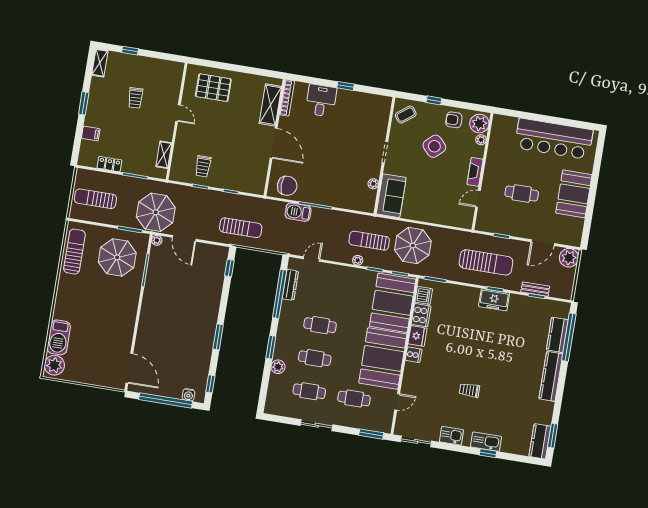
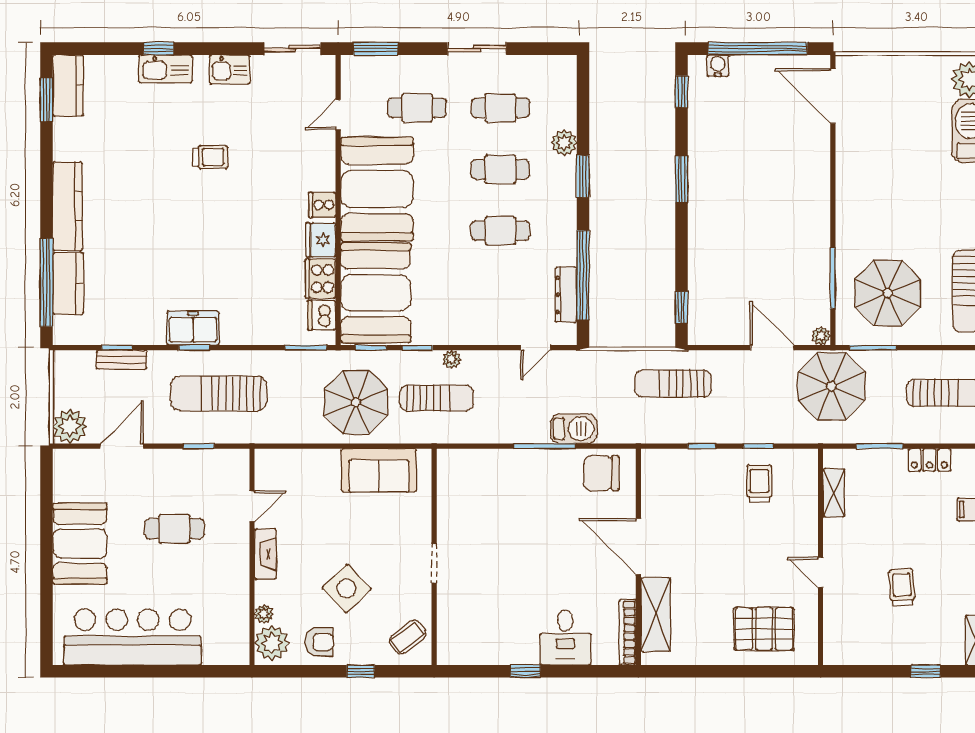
plant: (373, 184) -> (446, 502), removed
sofa: (391, 196) -> (379, 470), moved, turned -90

